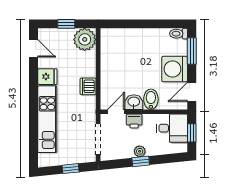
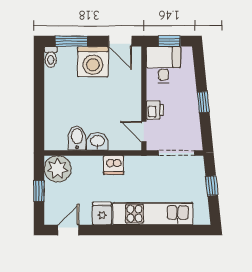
bidet: (151, 99) -> (77, 138), moved, turned 90
washbasin: (134, 102) -> (97, 141), moved, turned 90
plant: (140, 151) -> (191, 103), removed

